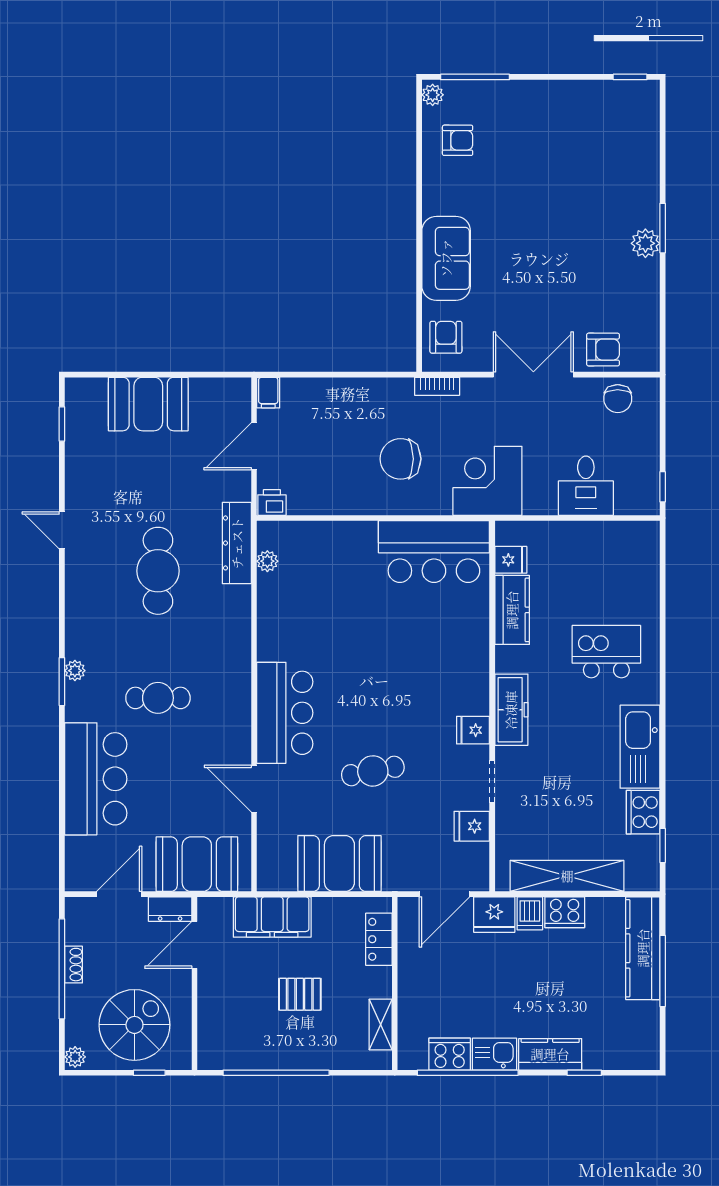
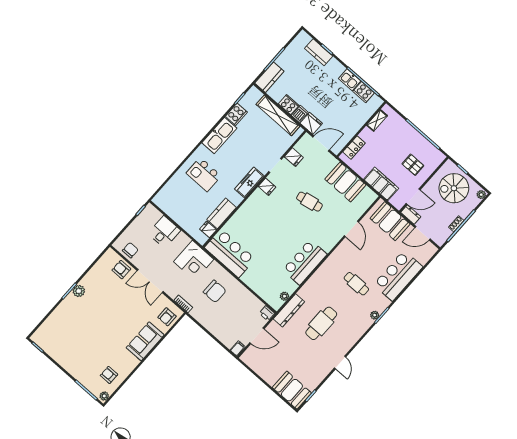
booth: (148, 404) -> (292, 390), moved
bar counter: (285, 713) -> (305, 262), moved
kitchen counter: (643, 948) -> (269, 77), width x0.67
pallet: (300, 994) -> (413, 165), moved
kitchen counter: (550, 1054) -> (319, 52), moved

